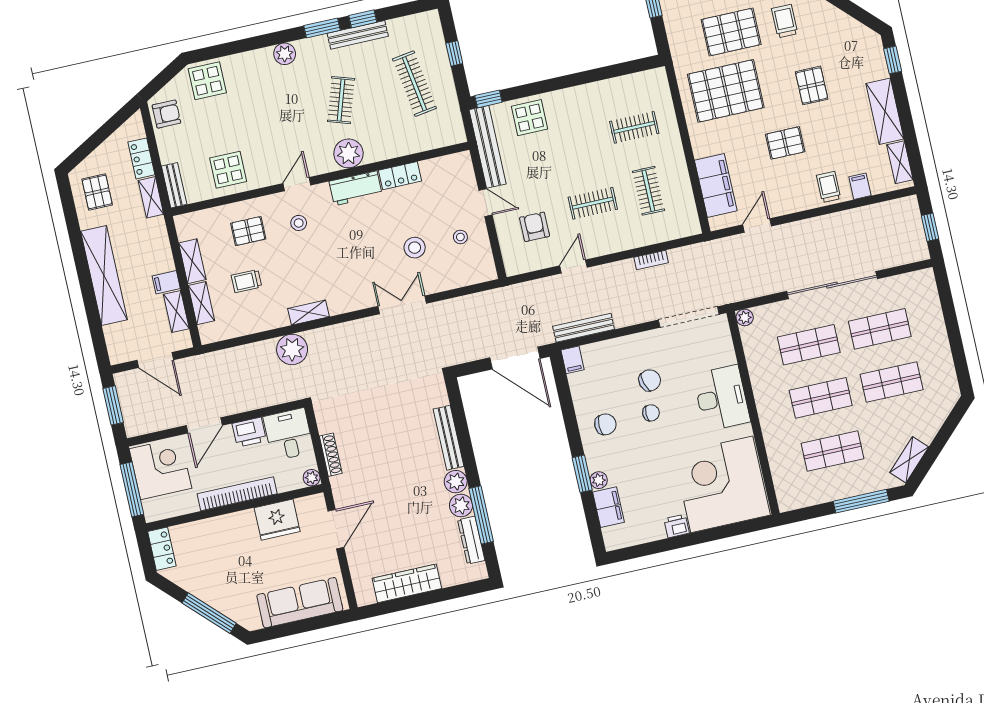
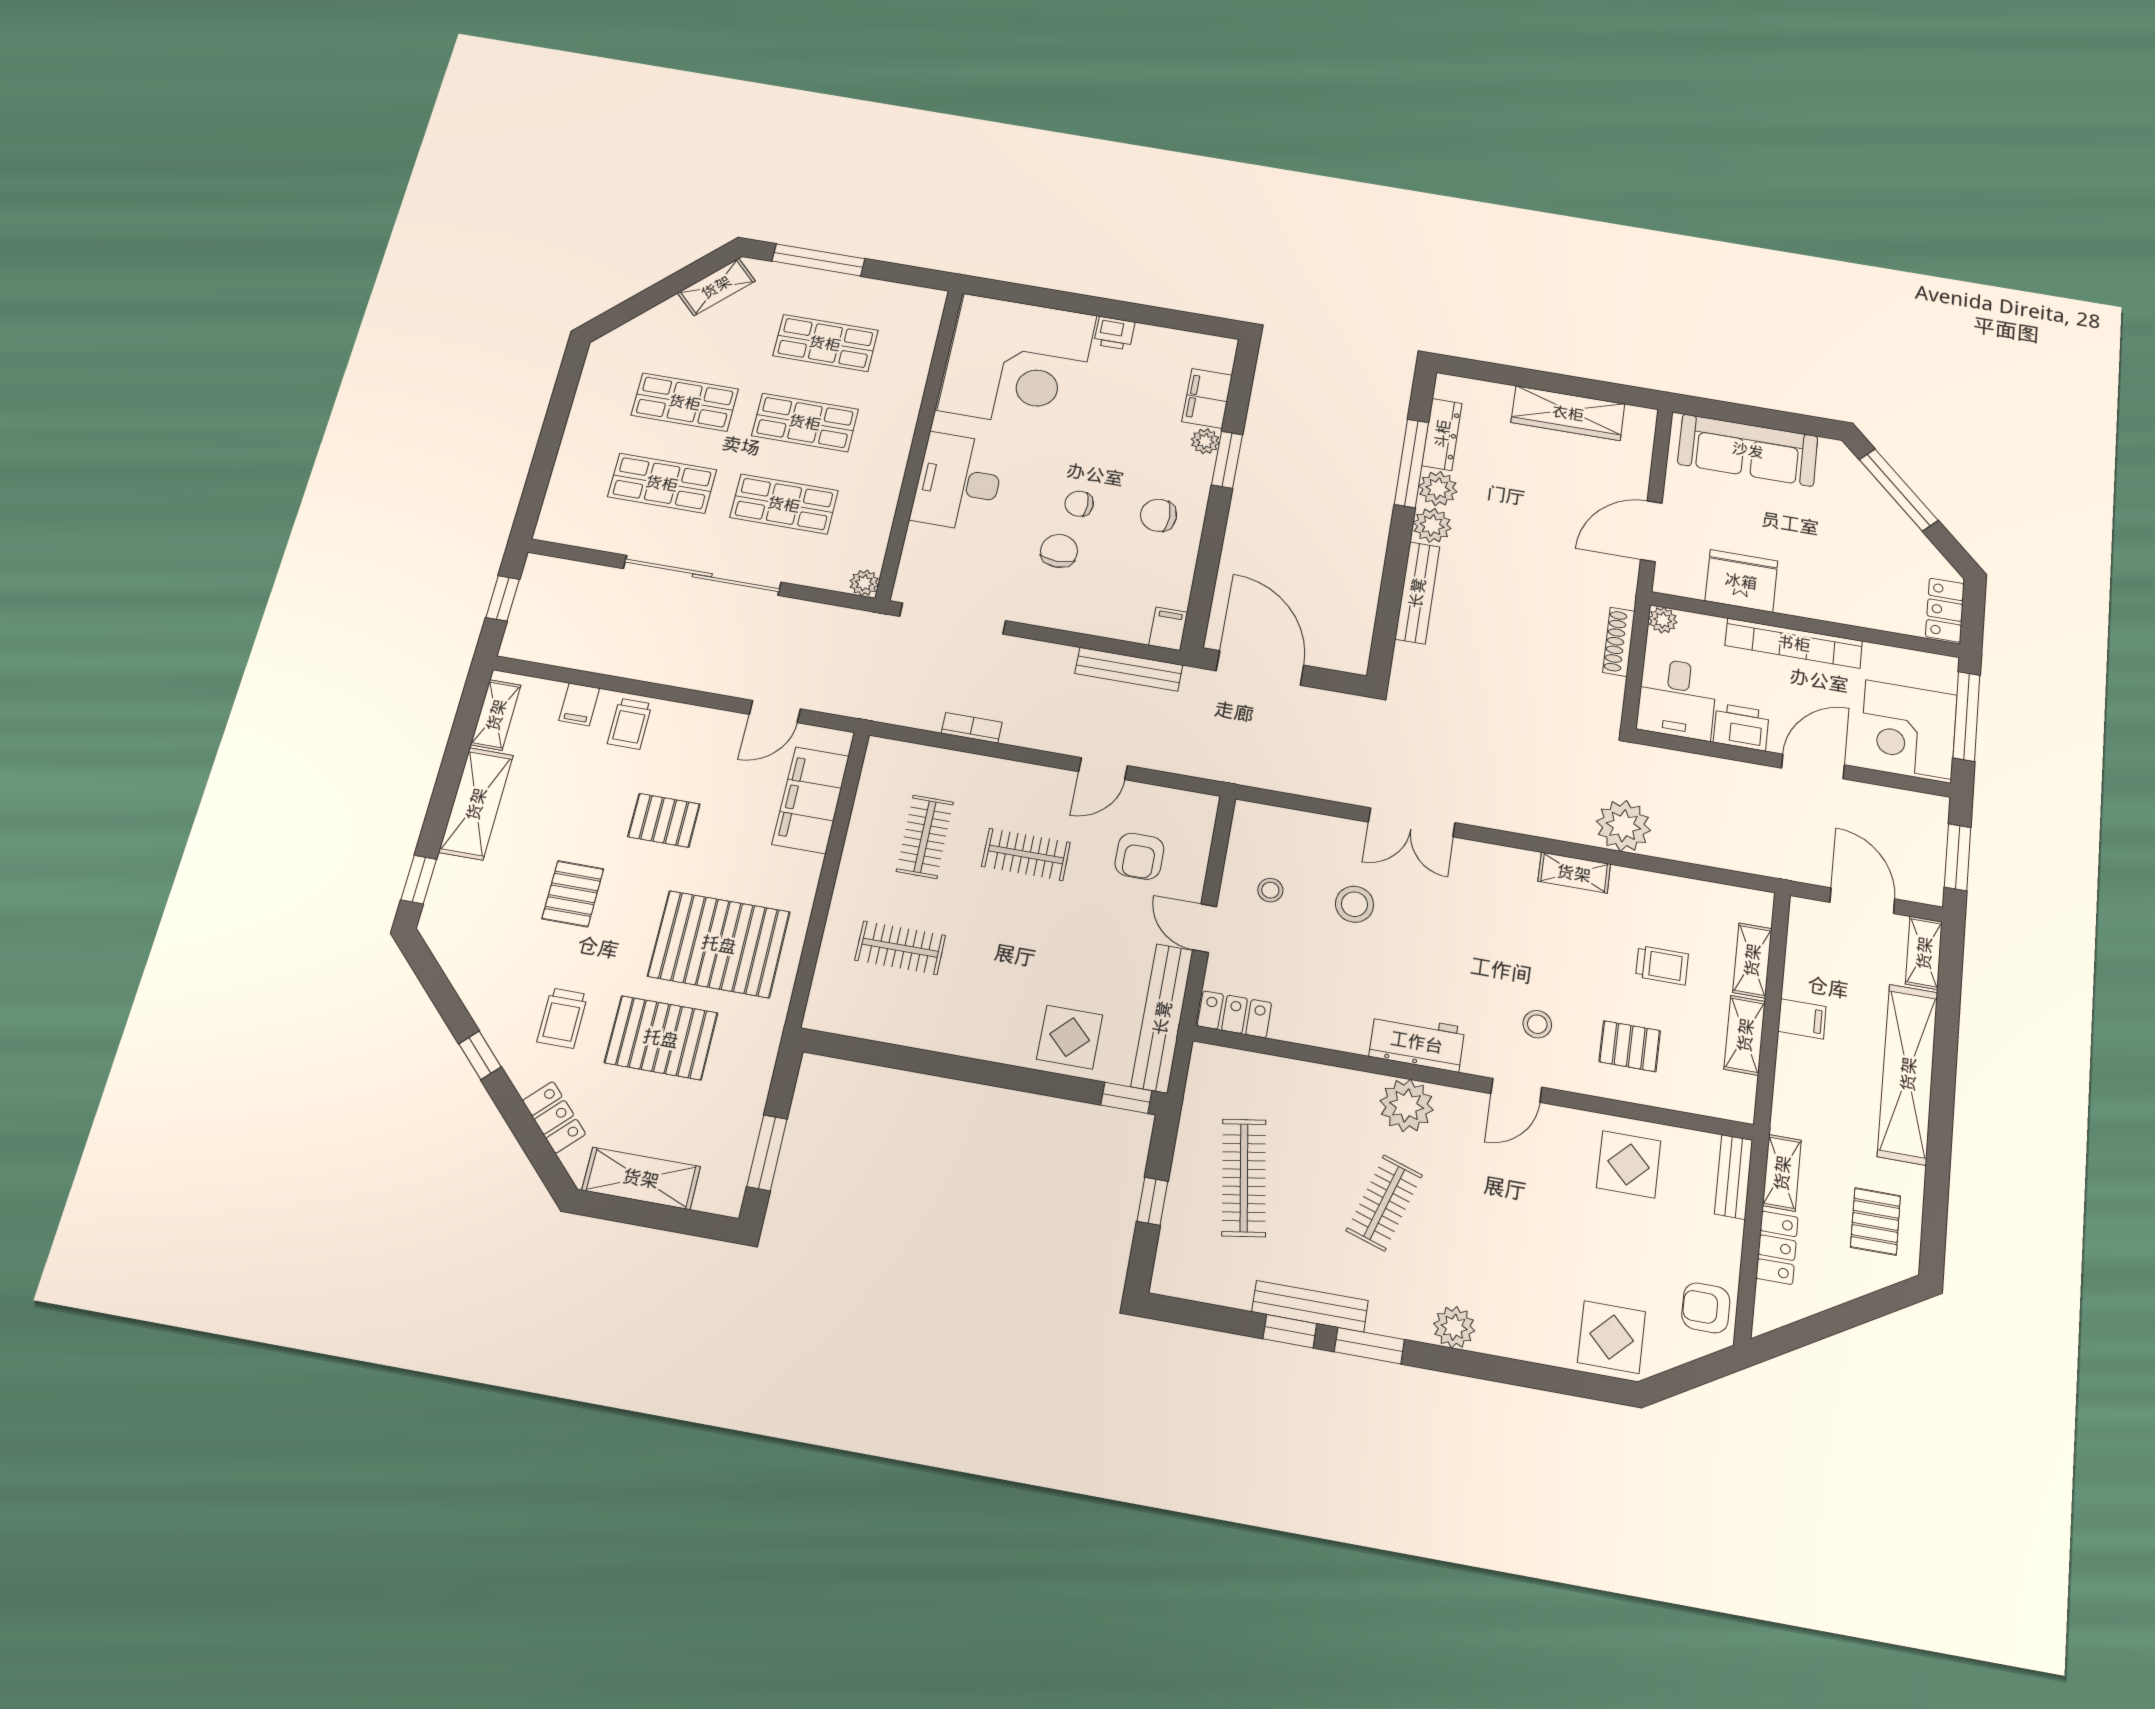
locker: (400, 176) -> (1235, 1014), moved
shelving: (176, 311) -> (1924, 953), moved
chair: (650, 380) -> (1059, 551), turned 107

